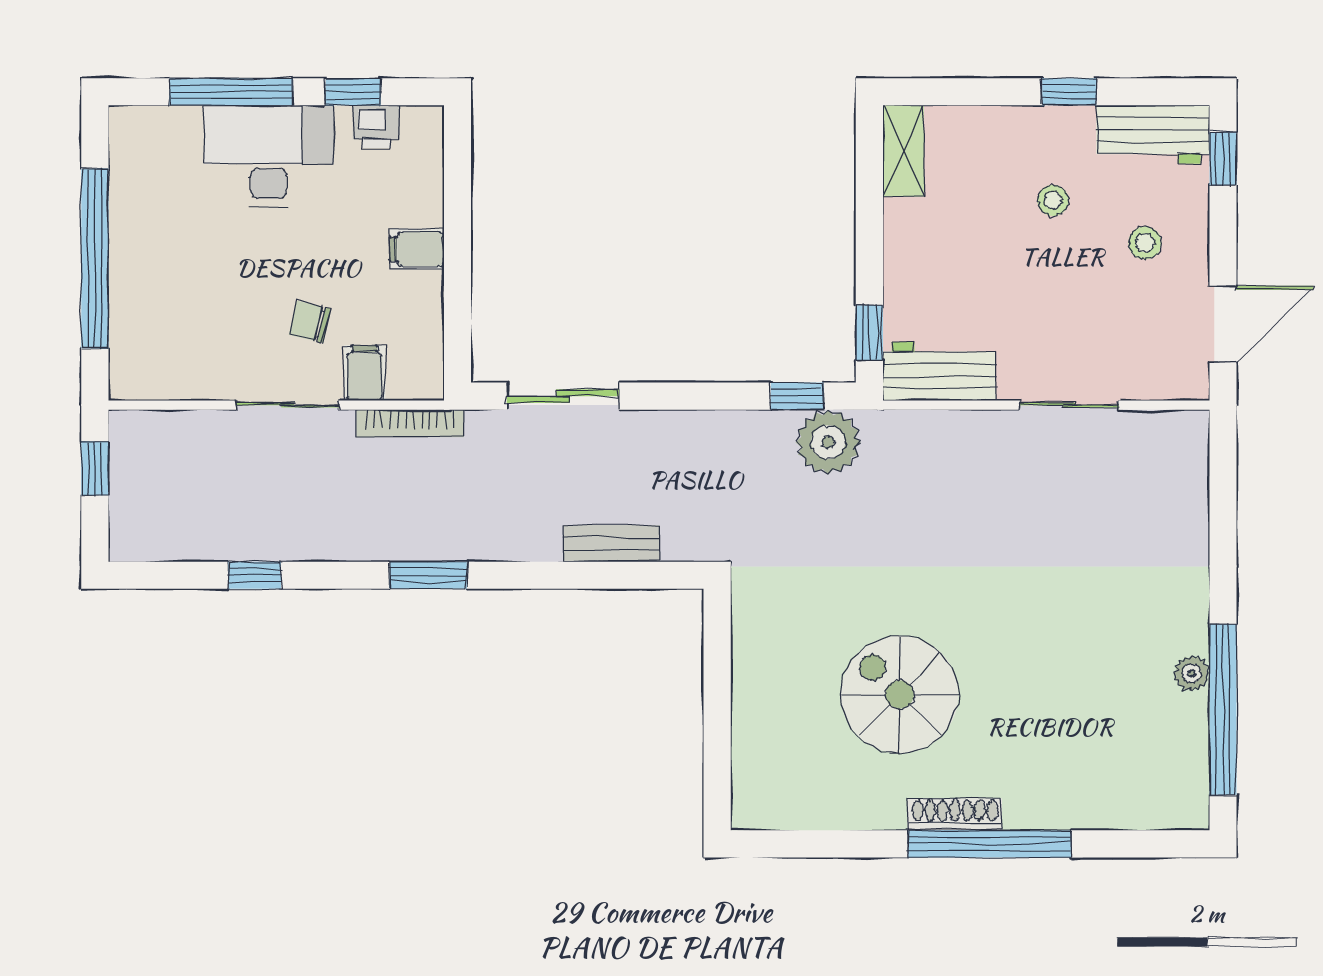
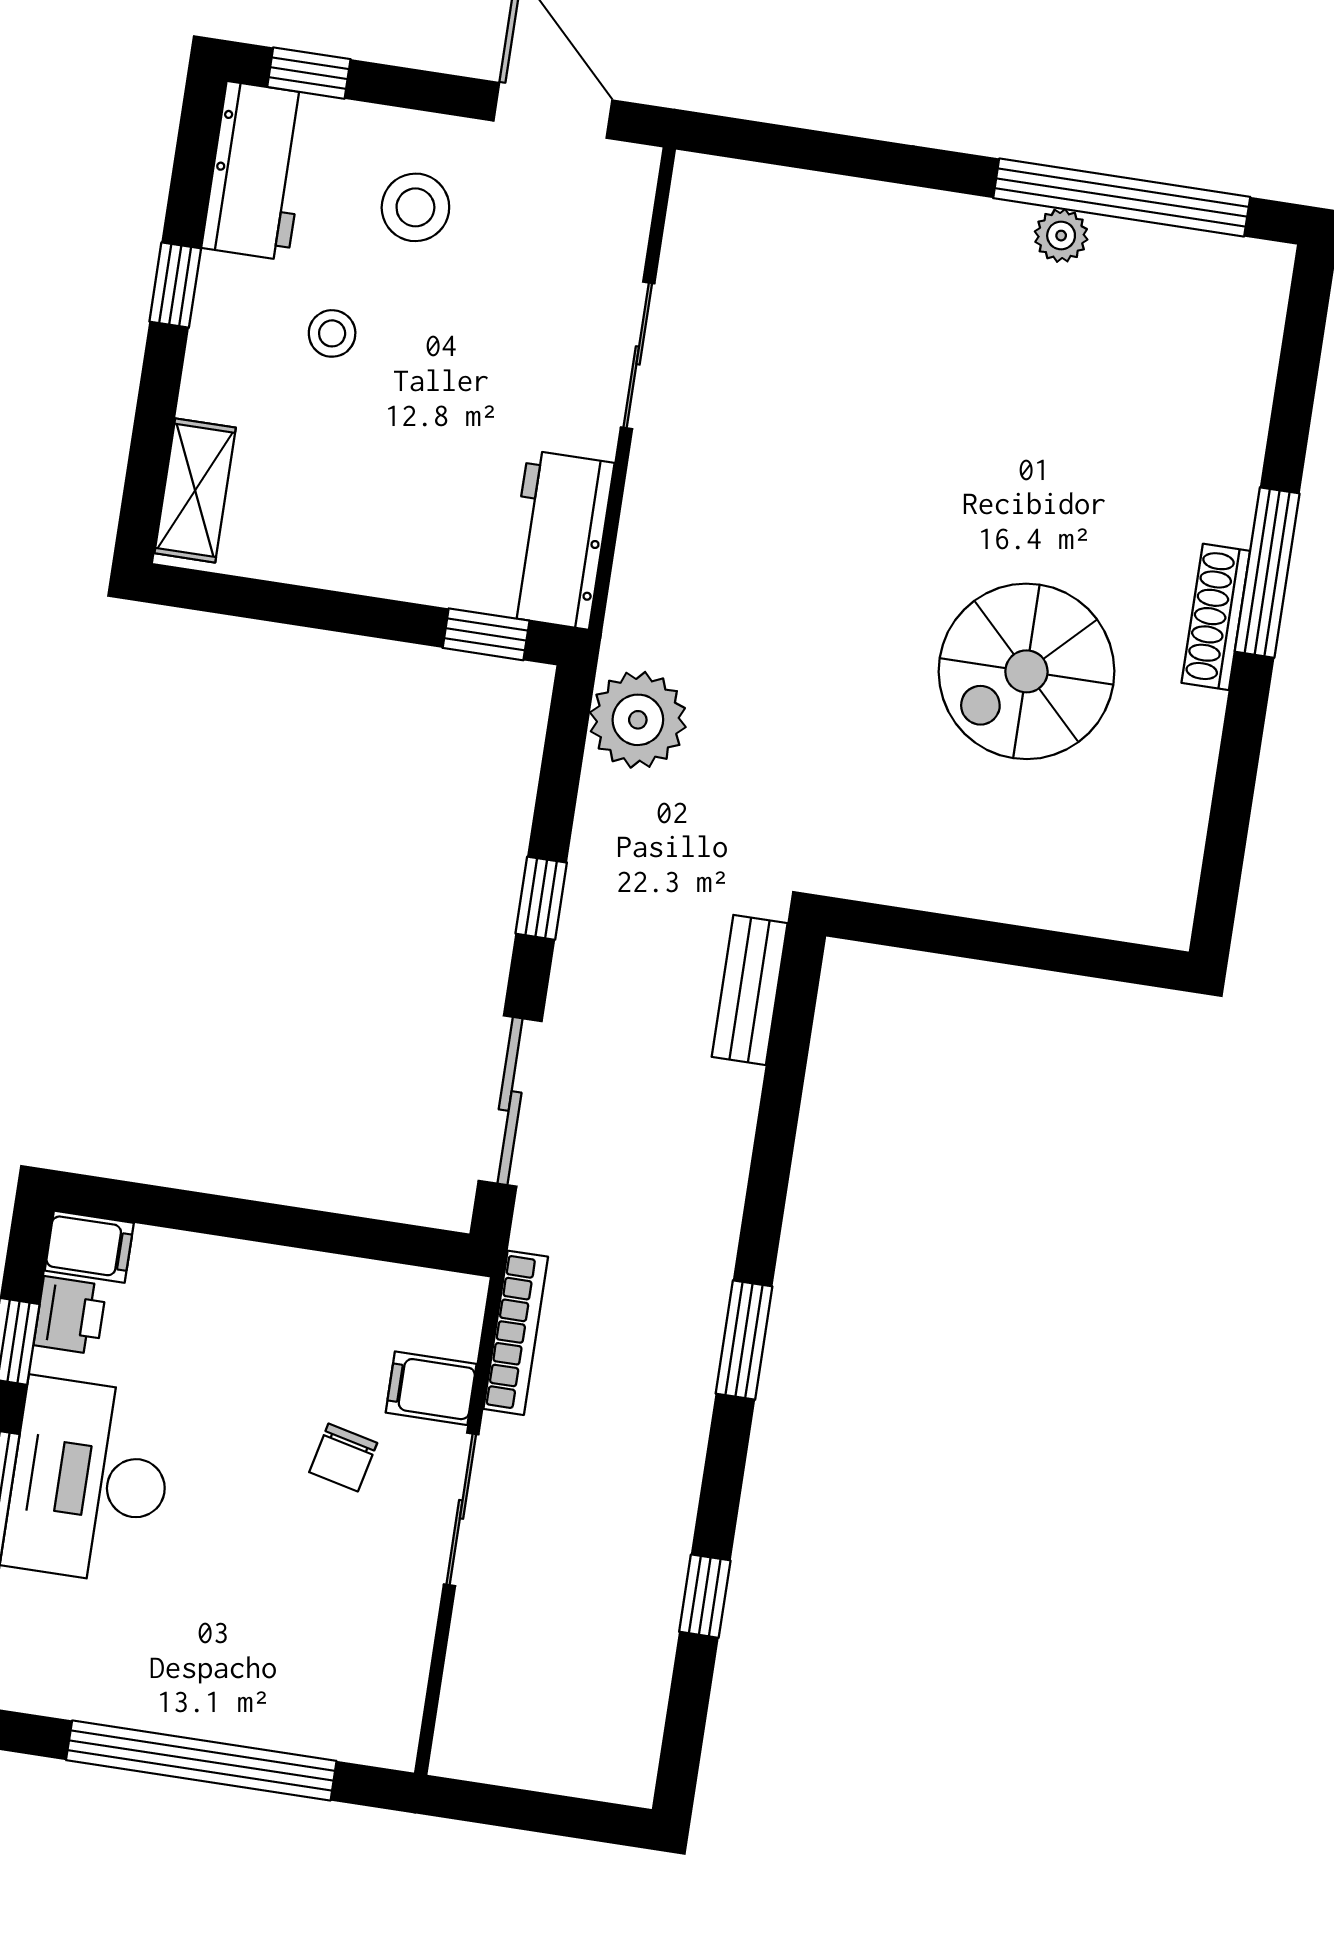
shelving: (903, 151) -> (195, 490), moved, turned 90
stool: (1145, 243) -> (415, 207), width x1.37, depth x1.37
filing cabinet: (417, 249) -> (89, 1247), moved, turned -90
window: (797, 396) -> (541, 898), moved
window: (95, 468) -> (511, 1808), removed
bench: (612, 543) -> (750, 990), moved
window: (989, 844) -> (1267, 573), width x0.68

